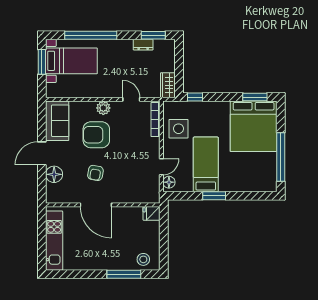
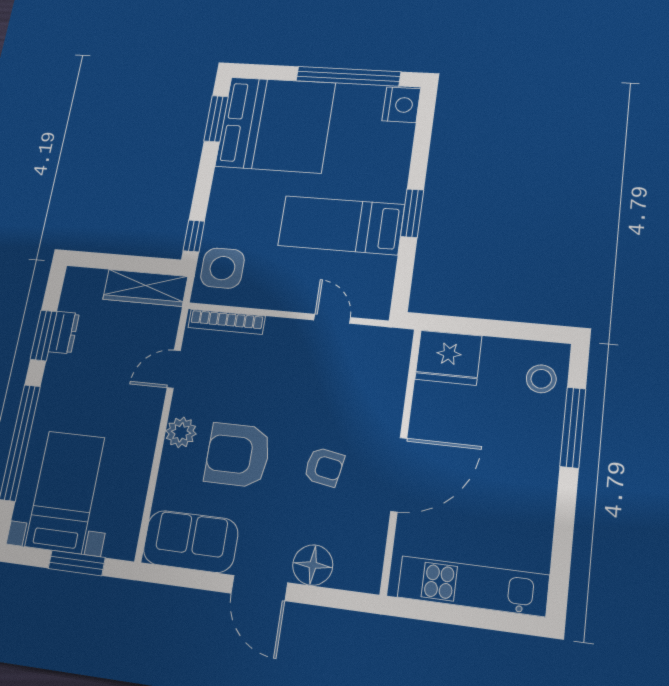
window: (153, 35) -> (44, 335), moved
window: (42, 62) -> (77, 563), moved
wardrobe: (168, 85) -> (145, 288), width x1.50
side table: (178, 129) -> (222, 268), moved
armchair: (96, 135) -> (238, 455), turned 90
floor lamp: (169, 182) -> (369, 306), removed
nightstand: (267, 184) -> (401, 105), added
fridge: (151, 213) -> (448, 358), width x1.88, depth x1.34

